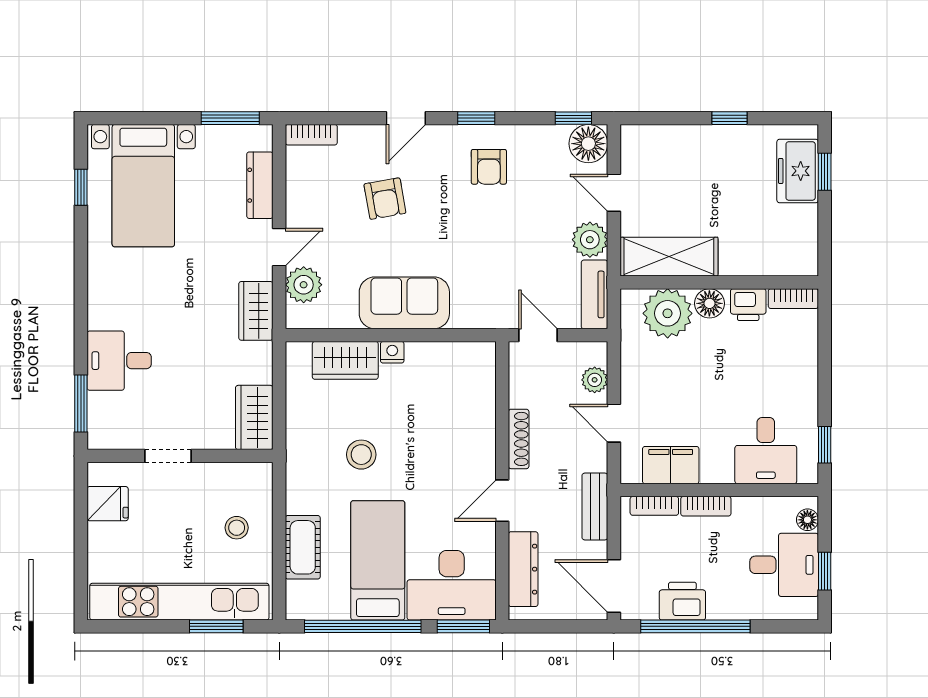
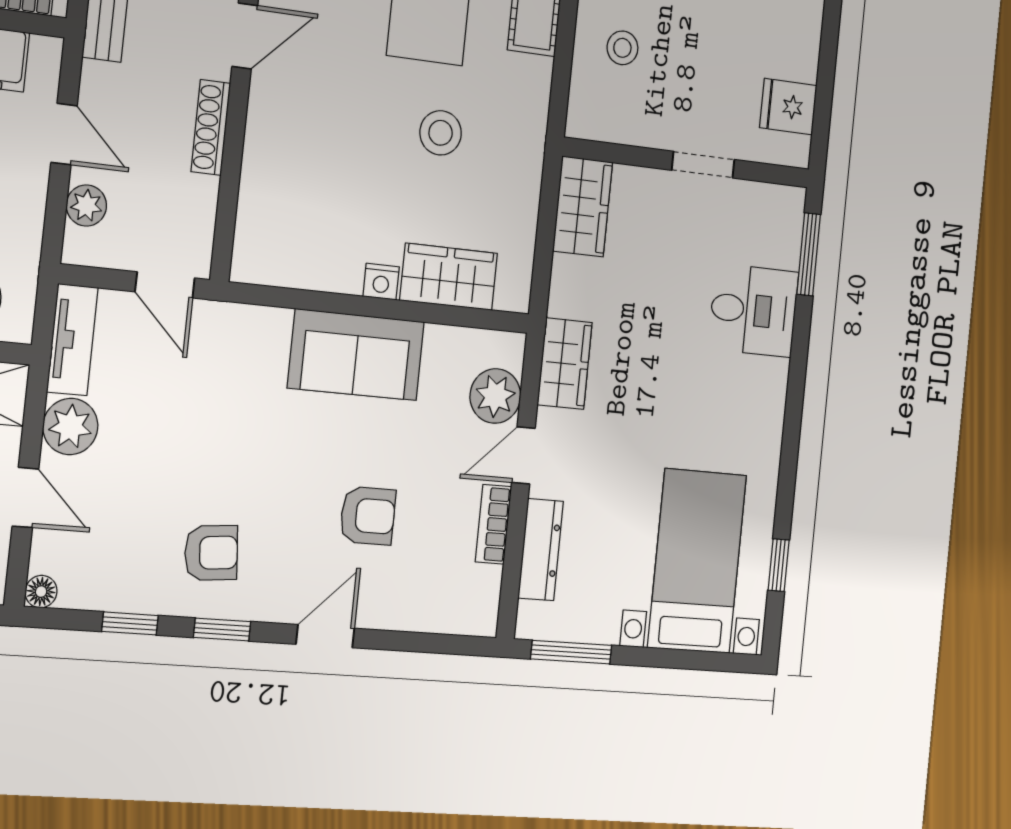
window: (573, 118) -> (130, 623), moved
bookcase: (311, 135) -> (493, 524), moved, turned -90
floor lamp: (588, 144) -> (41, 592), width x0.53, depth x0.53
armchair: (489, 167) -> (211, 553), turned 85
armchair: (385, 199) -> (368, 516), turned 100

